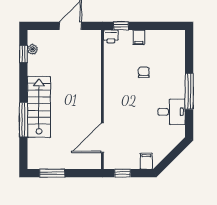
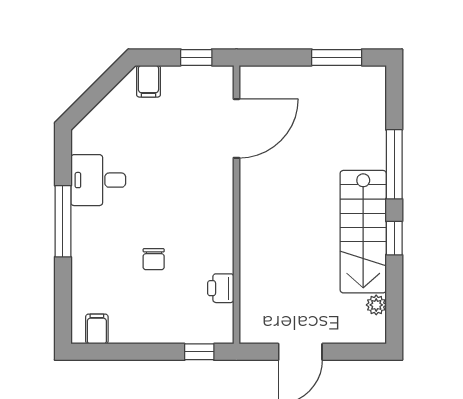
printer: (111, 36) -> (221, 288), moved, turned -90
filing cabinet: (139, 37) -> (97, 329), moved
window: (23, 54) -> (394, 238), moved
stairs: (39, 107) -> (363, 232), moved

